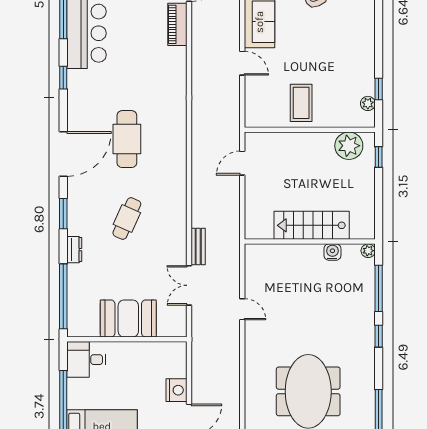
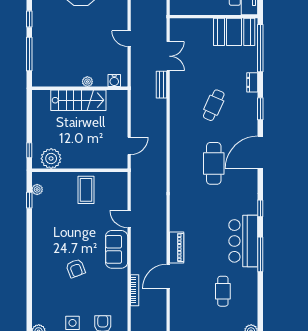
plant: (368, 251) -> (87, 82), moved
water cooler: (332, 252) -> (114, 81), moved
booth: (128, 318) -> (234, 32), moved

